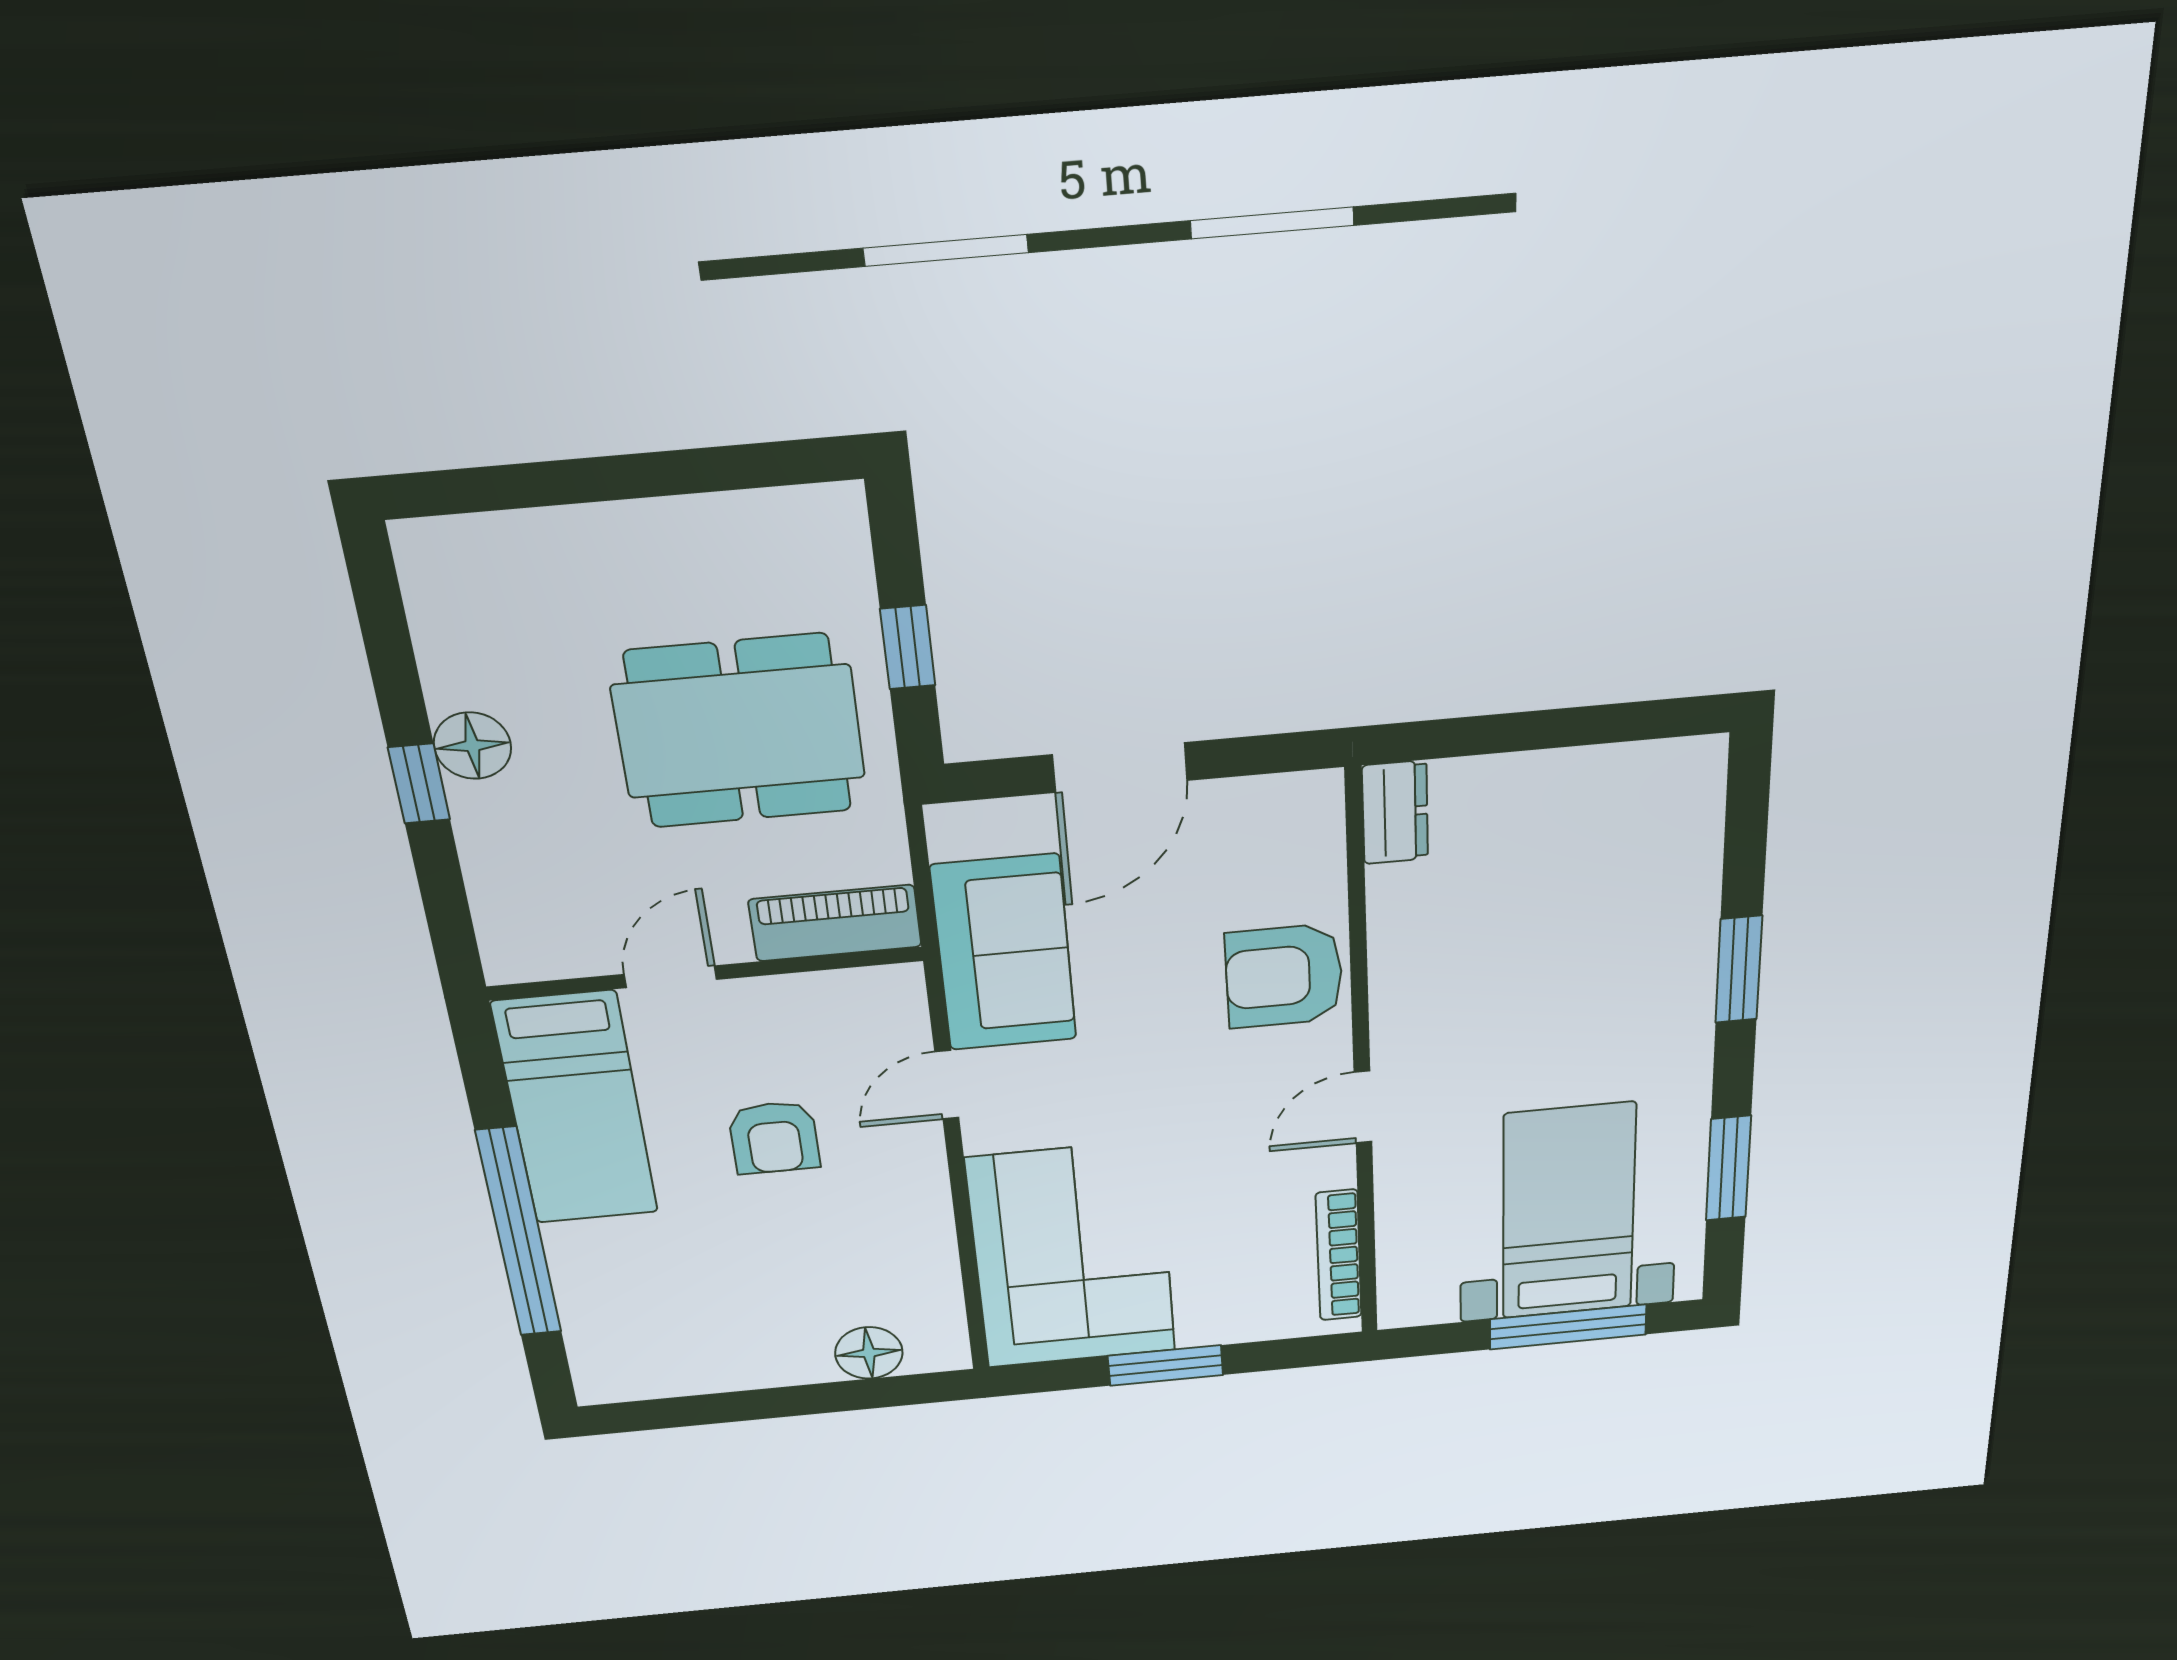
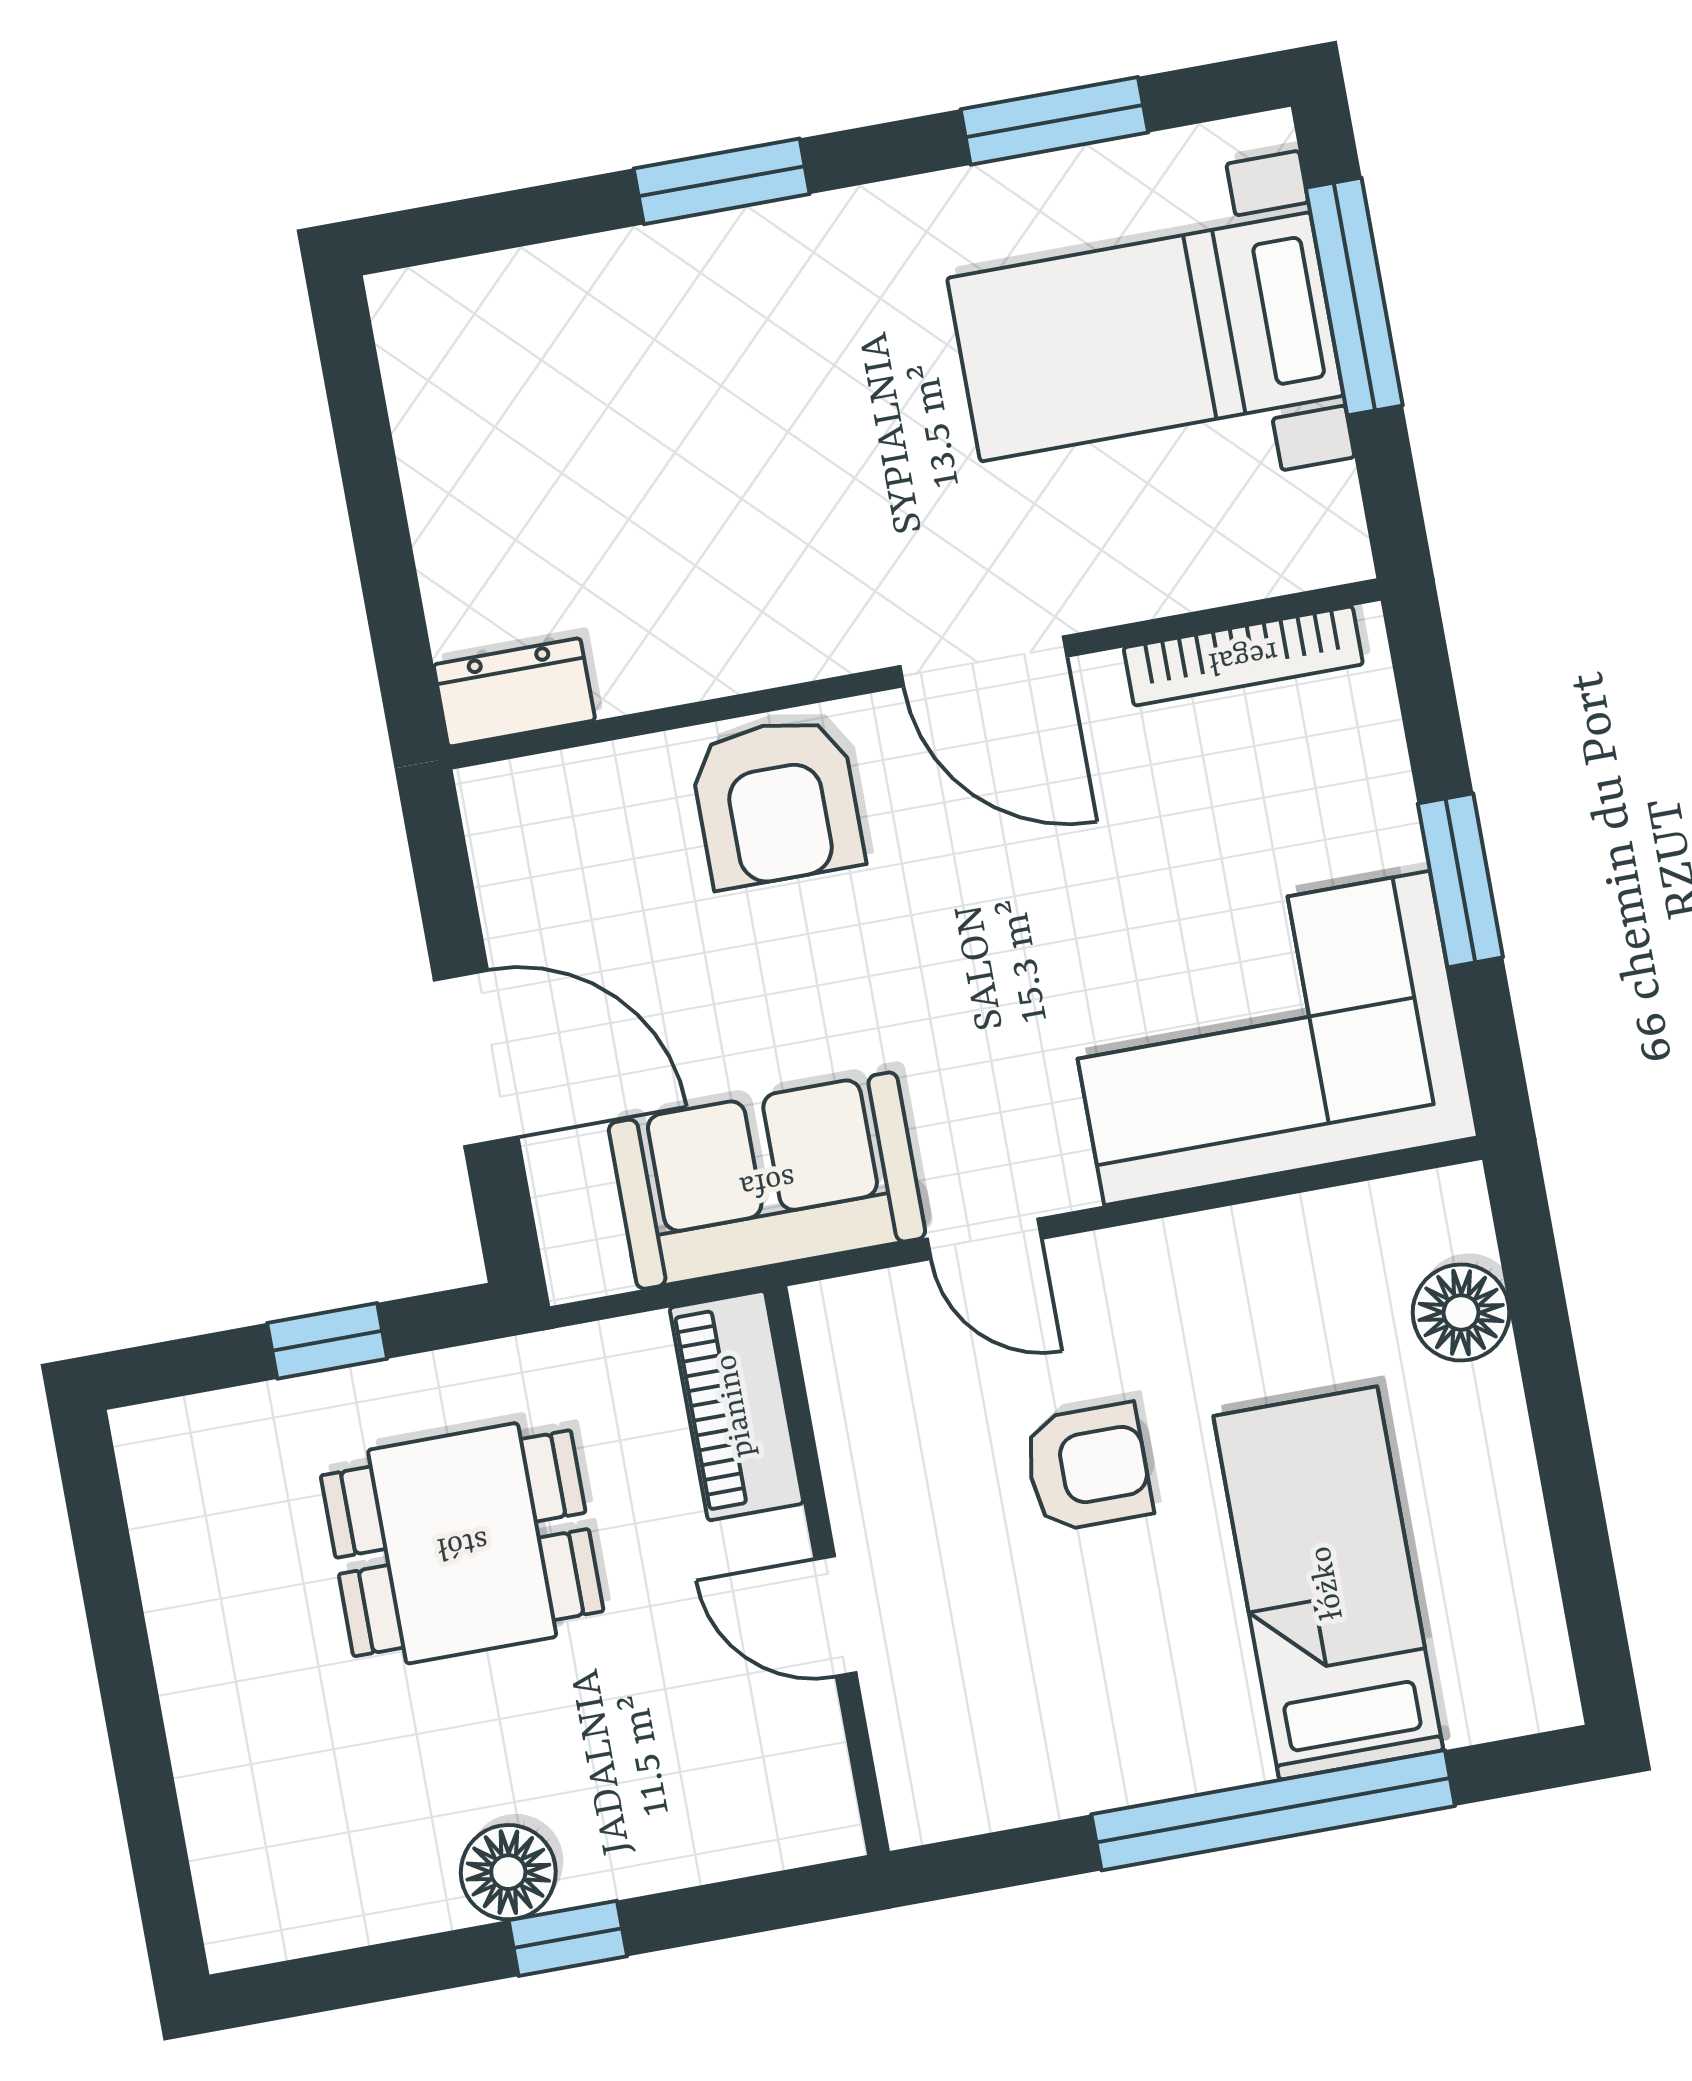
dining table: (739, 731) -> (462, 1543), width x0.73
door: (1363, 1107) -> (983, 661), width x1.38
bed: (576, 1109) -> (1328, 1583), moved, turned -90

